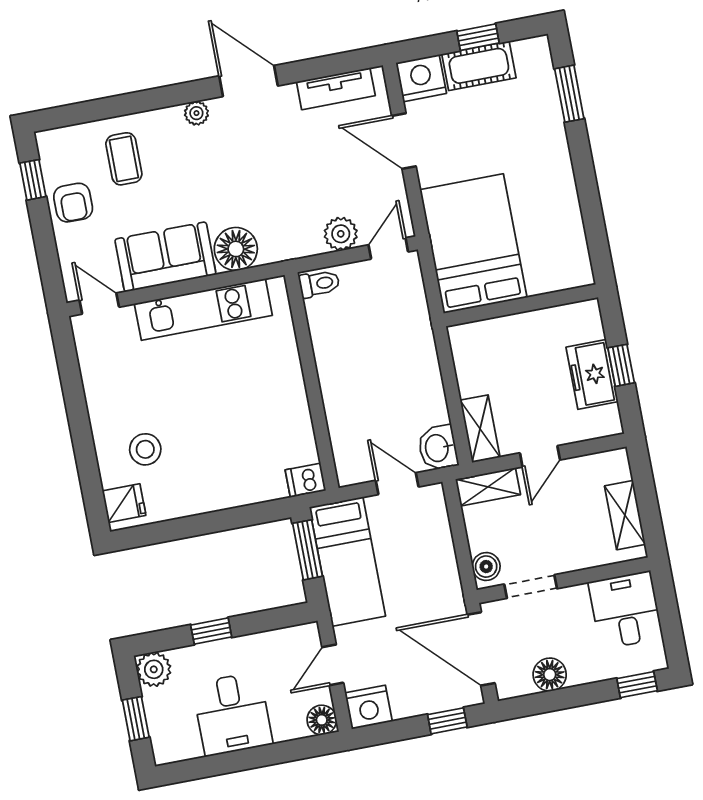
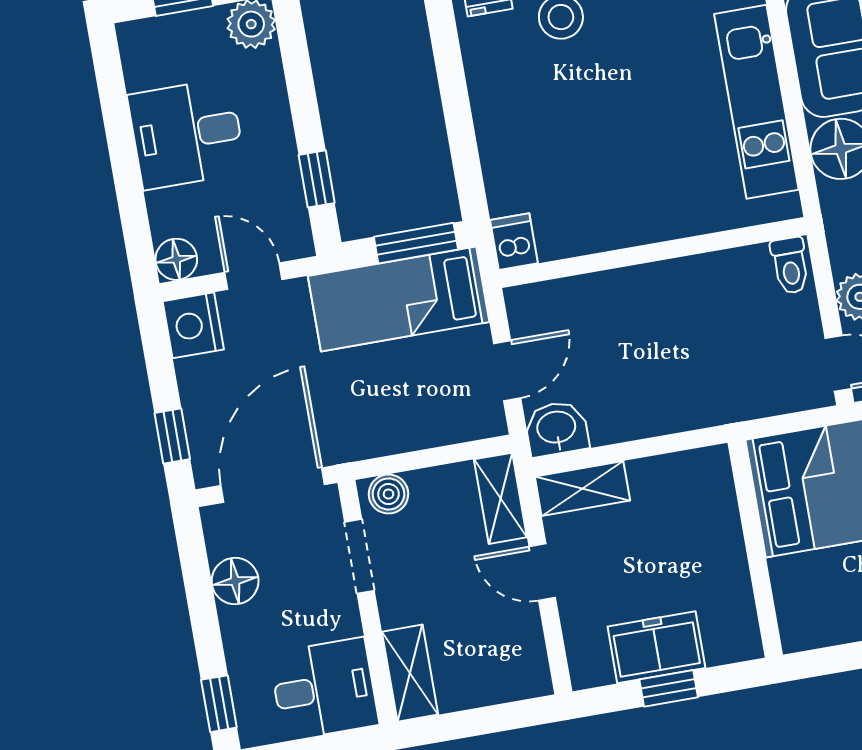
shelving: (625, 515) -> (410, 673), moved, turned 90
window: (211, 631) -> (317, 179), moved

